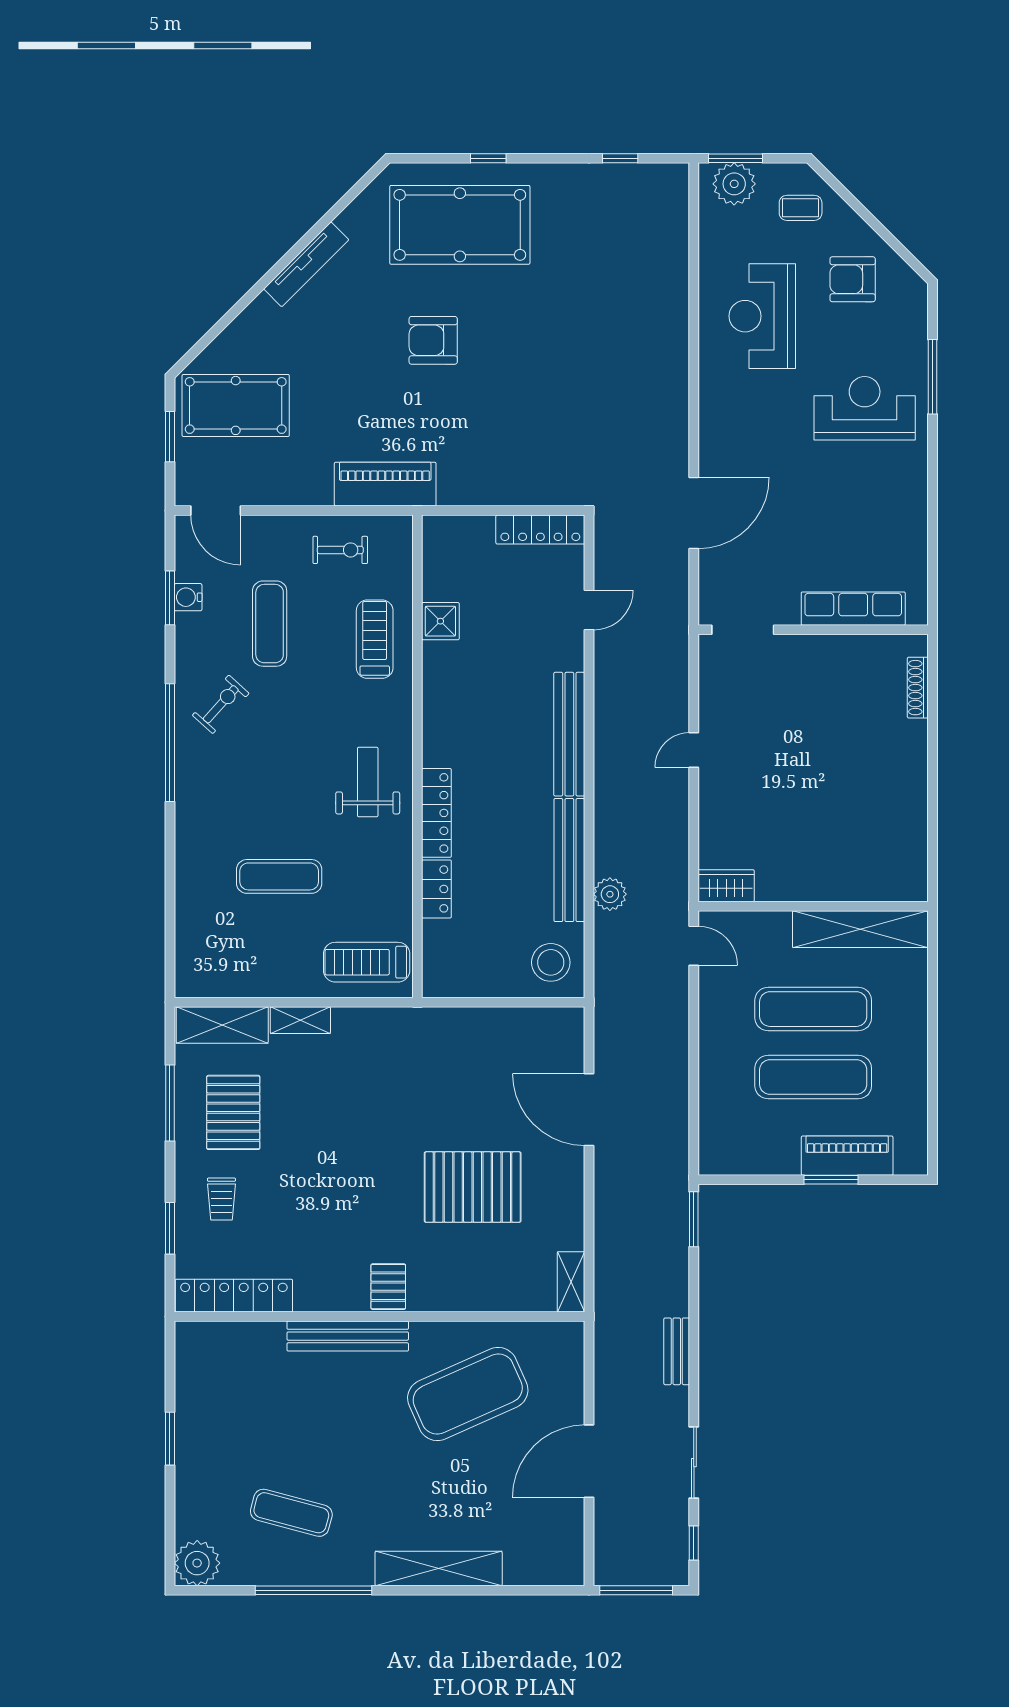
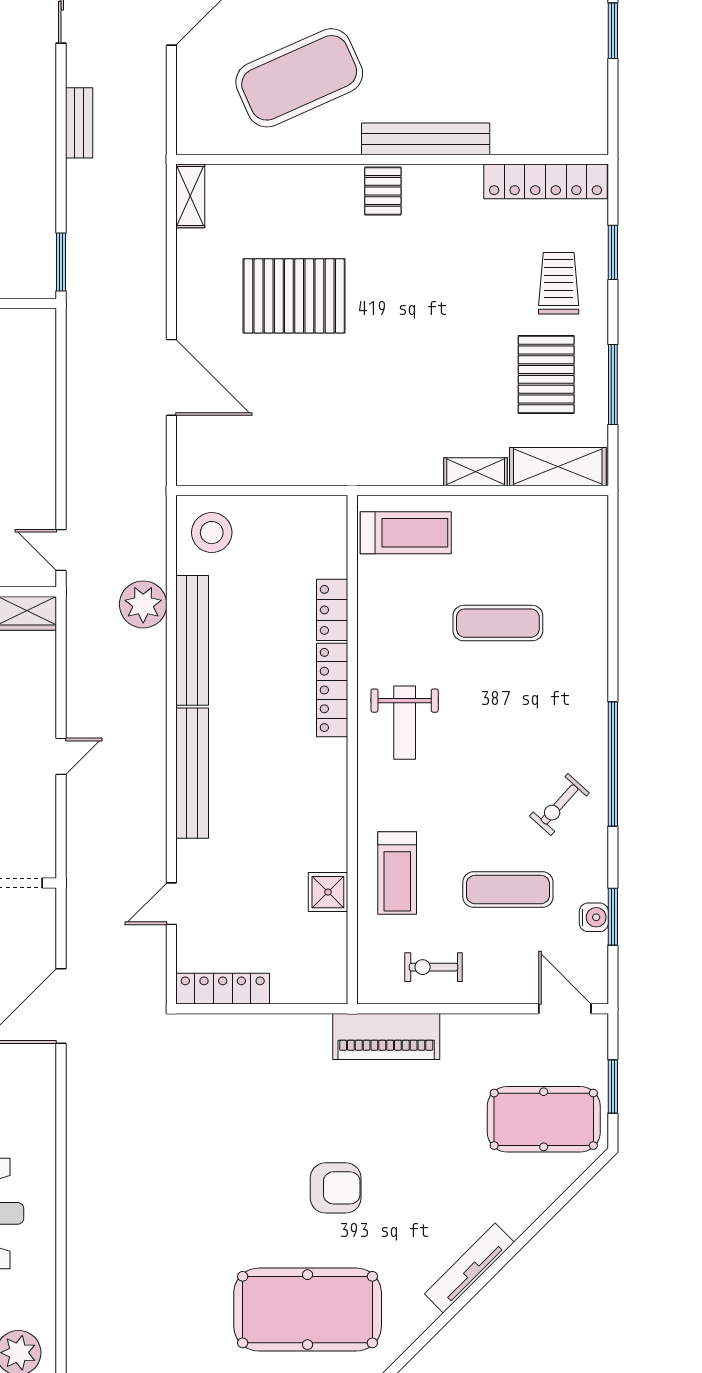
exercise mat: (270, 624) -> (508, 890), turned 90
plant: (610, 894) -> (143, 604), width x1.36, depth x1.36
trolley: (221, 1199) -> (559, 283), width x1.36, depth x1.39

